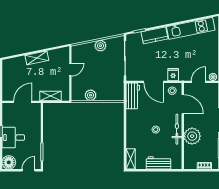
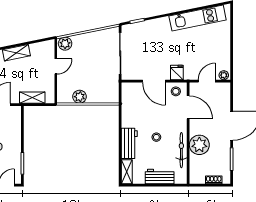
kitchen counter: (155, 35) -> (155, 26), removed
plant: (100, 46) -> (65, 44), moved
workbench: (133, 96) -> (129, 143), moved
bicycle: (177, 129) -> (181, 150), moved

